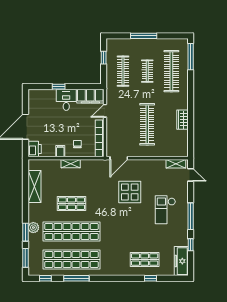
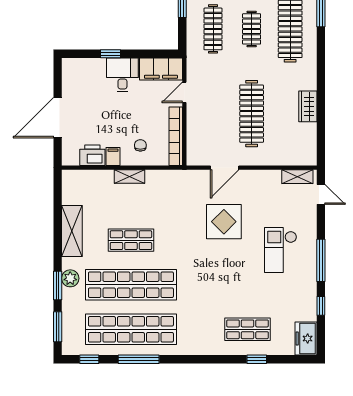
printer: (35, 149) -> (92, 155), moved, turned -90
door: (119, 158) -> (225, 168), moved
shelving: (34, 187) -> (72, 231), moved
freezer: (181, 261) -> (306, 339), width x0.71

